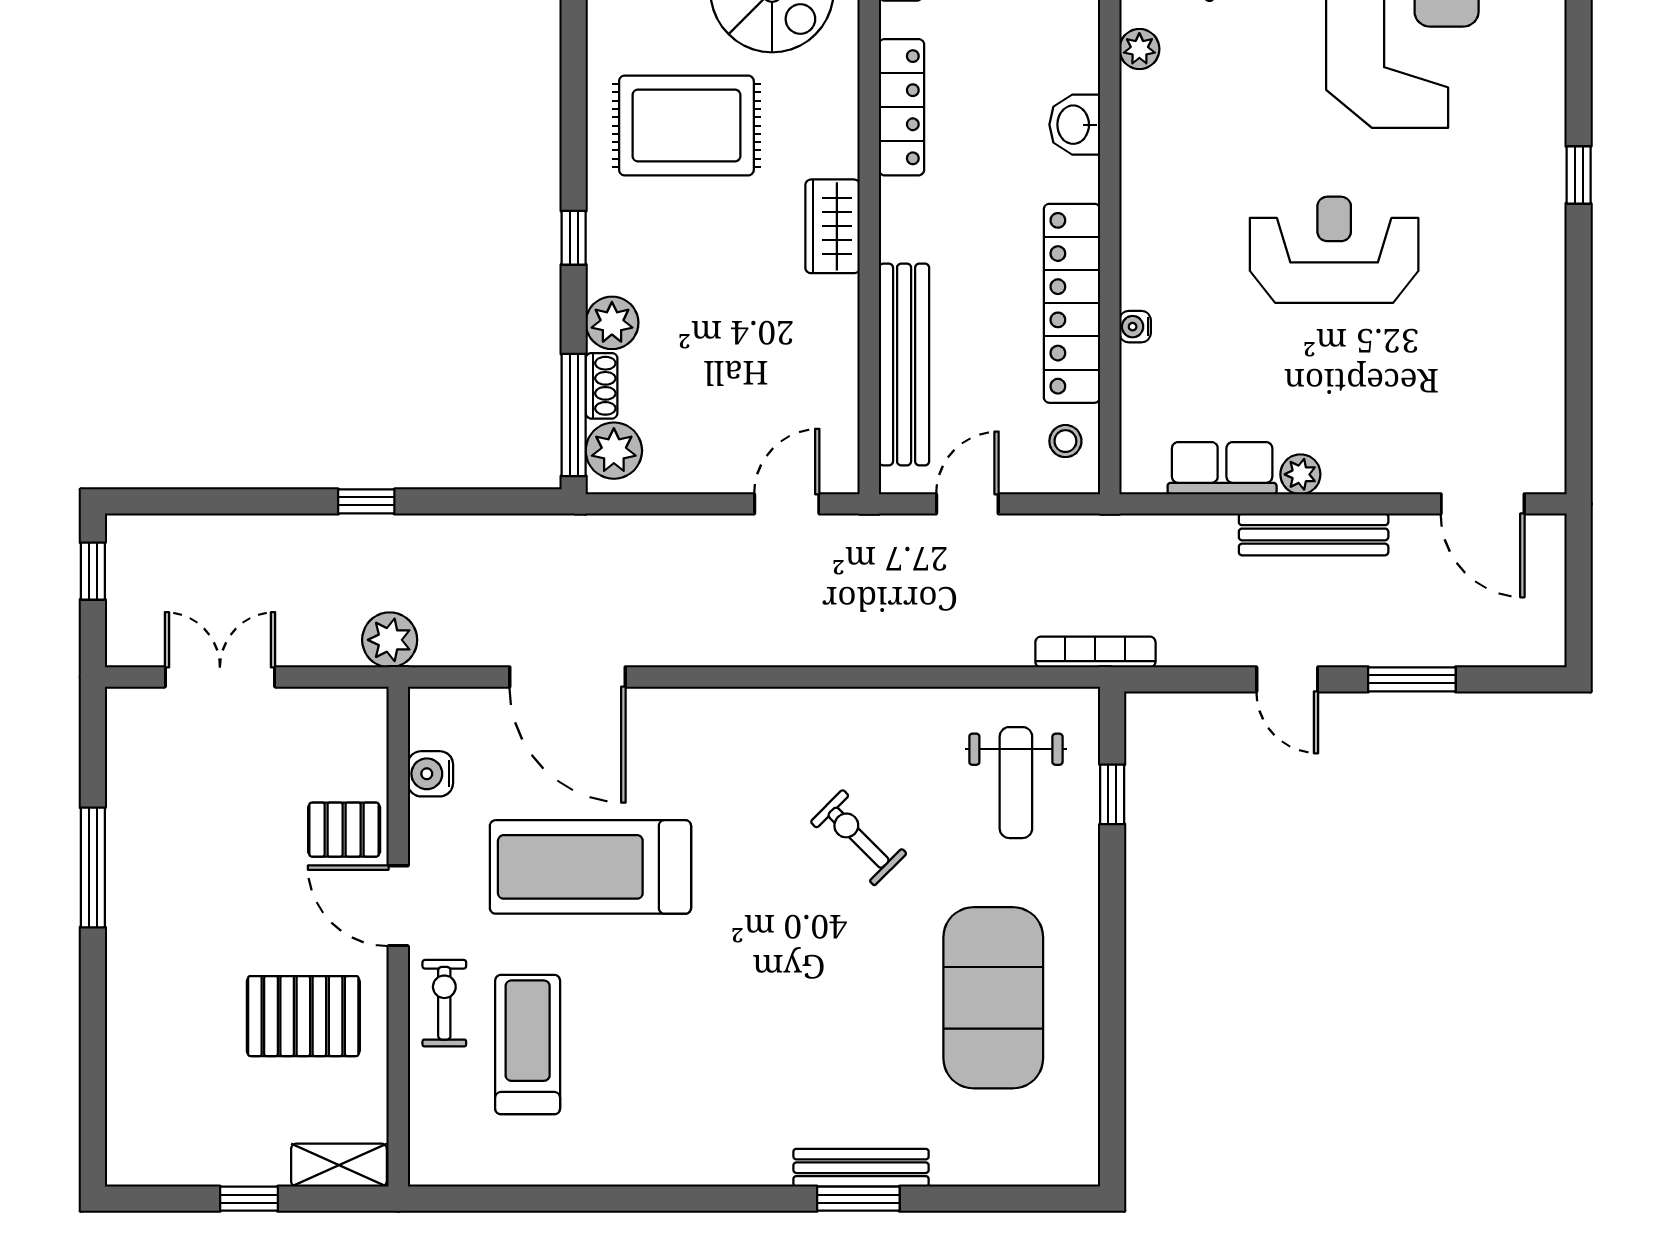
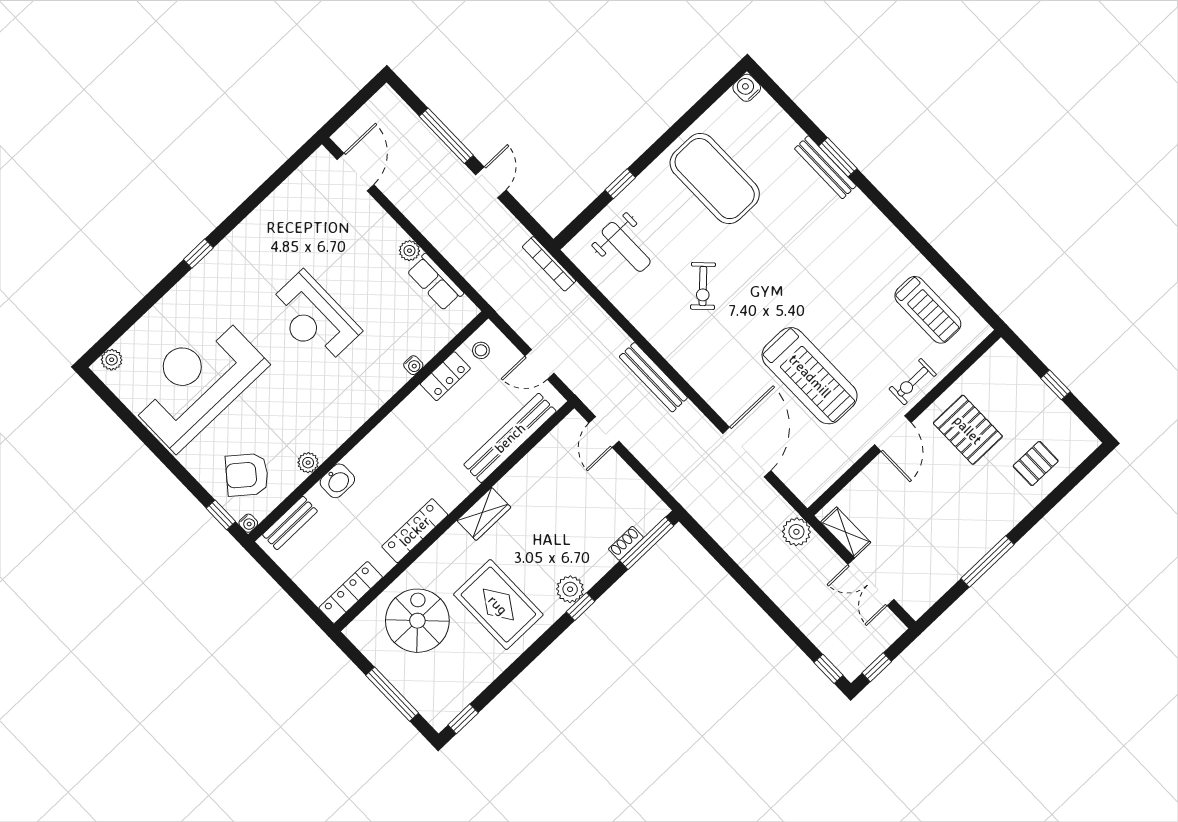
washbasin: (1075, 125) -> (337, 481), moved
locker: (1072, 303) -> (445, 376), width x0.46, depth x0.83
plant: (612, 323) -> (570, 589), moved
plant: (614, 451) -> (646, 516), removed
window: (366, 501) -> (829, 669), moved
door: (787, 504) -> (604, 432), hinge flipped
bench: (1314, 534) -> (653, 377), moved
window: (1412, 679) -> (446, 136), width x1.44
water cooler: (430, 774) -> (747, 88), moved, turned 180
weight bench: (1016, 783) -> (626, 247), turned 90
window: (1112, 794) -> (620, 184), moved
pallet: (344, 830) -> (1036, 464), moved, turned 90
exercise mat: (993, 998) -> (715, 179), turned 90
treadmill: (528, 1045) -> (928, 310), moved, turned -90
shelving: (339, 1165) -> (846, 532), moved

